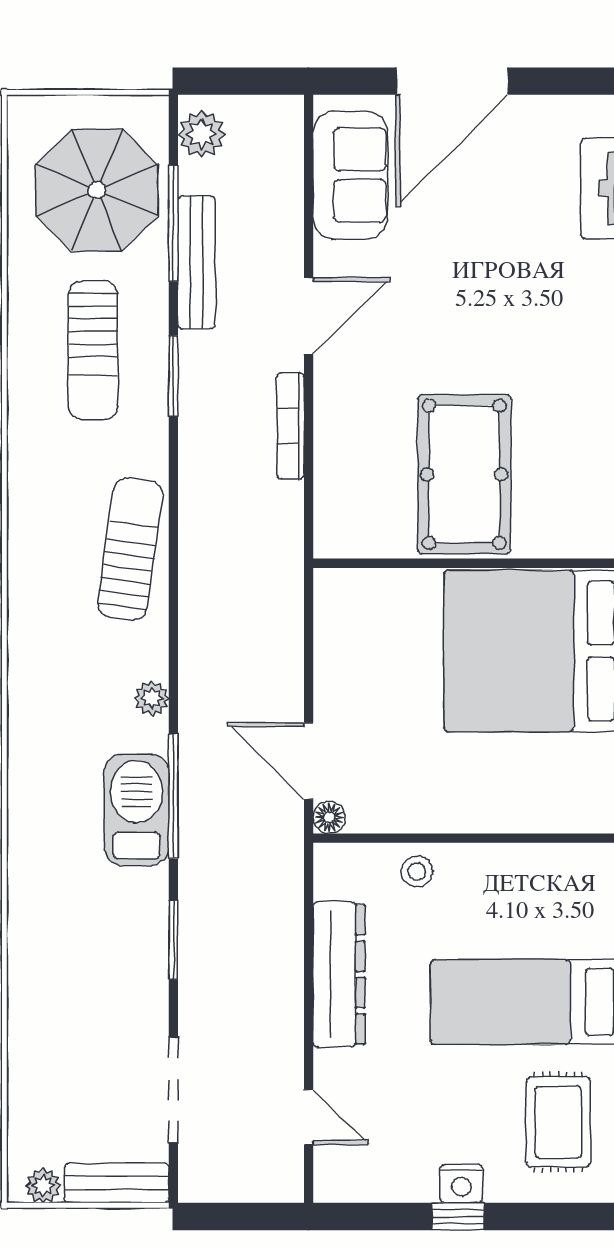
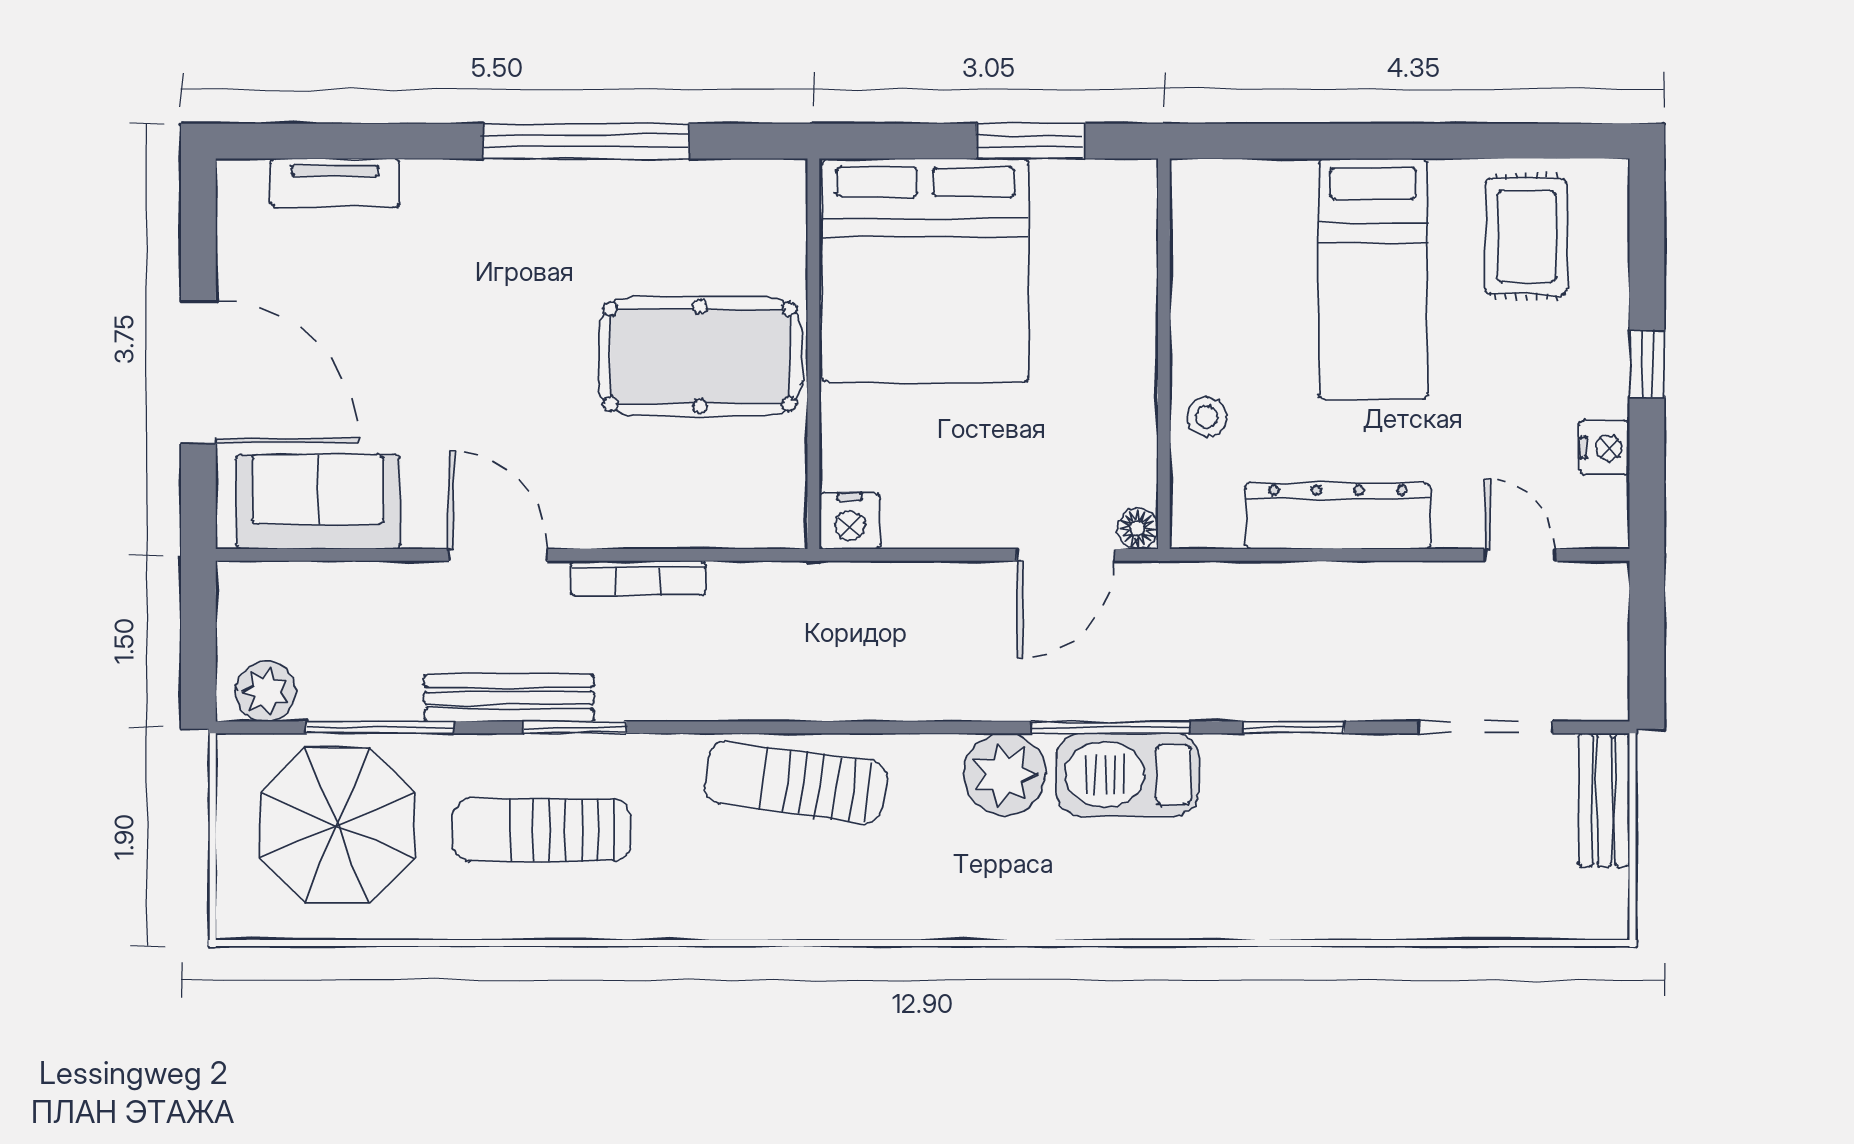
bench: (197, 262) -> (509, 698), moved
sun lounger: (93, 350) -> (542, 830), turned 180
nightstand: (335, 592) -> (850, 521), added
plant: (152, 698) -> (1005, 774), width x1.88, depth x1.88
door: (309, 1117) -> (1520, 555), hinge flipped
rug: (558, 1122) -> (1526, 236), turned 90
nightstand: (461, 1183) -> (1605, 448), moved
plant: (43, 1186) -> (1607, 893), removed

